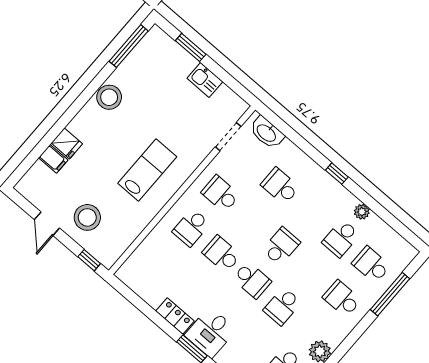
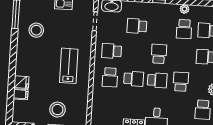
stool: (109, 97) -> (36, 30), moved
school desk: (222, 254) -> (134, 79), turned 180
school desk: (282, 306) -> (181, 82), turned 180

